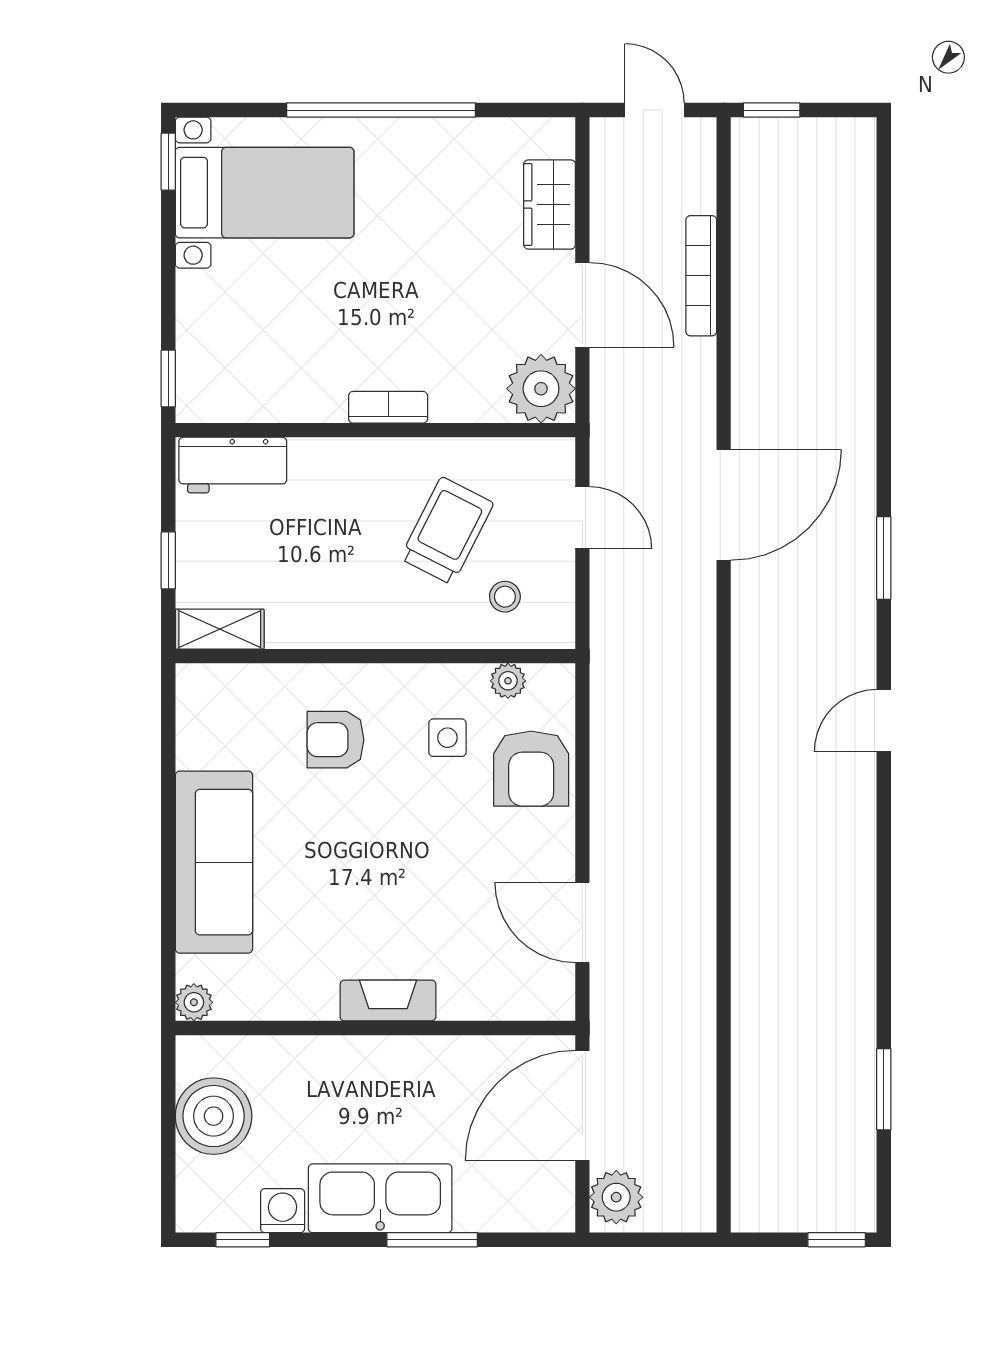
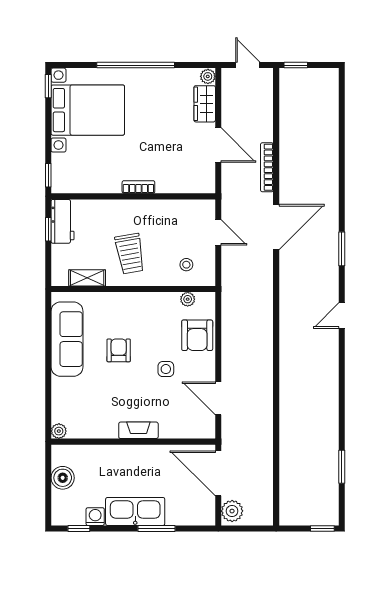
bed with nightstands: (265, 193) -> (88, 110), width x1.36
bookcase: (701, 276) -> (267, 167), moved
plant: (541, 389) -> (208, 76), moved, width x0.53, depth x0.53
workbench: (233, 465) -> (63, 221), moved, turned -90
trolley: (447, 531) -> (130, 254), moved, turned 143
window: (168, 560) -> (48, 229), moved
shelving: (220, 629) -> (87, 278), moved
side table: (447, 738) -> (166, 369), moved
armchair: (335, 740) -> (119, 350), moved, turned 90
sofa: (214, 862) -> (67, 339), moved
door: (582, 1105) -> (218, 473), hinge flipped
boiler: (214, 1116) -> (63, 478), width x0.73, depth x0.73

